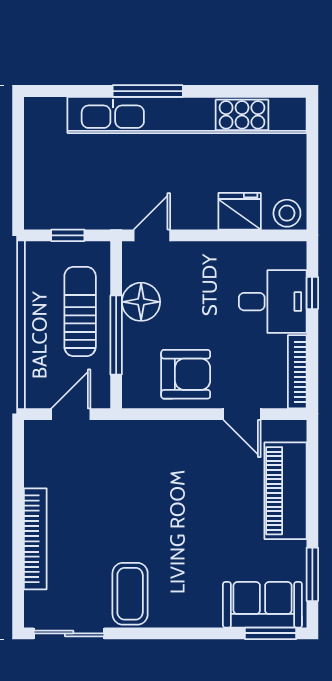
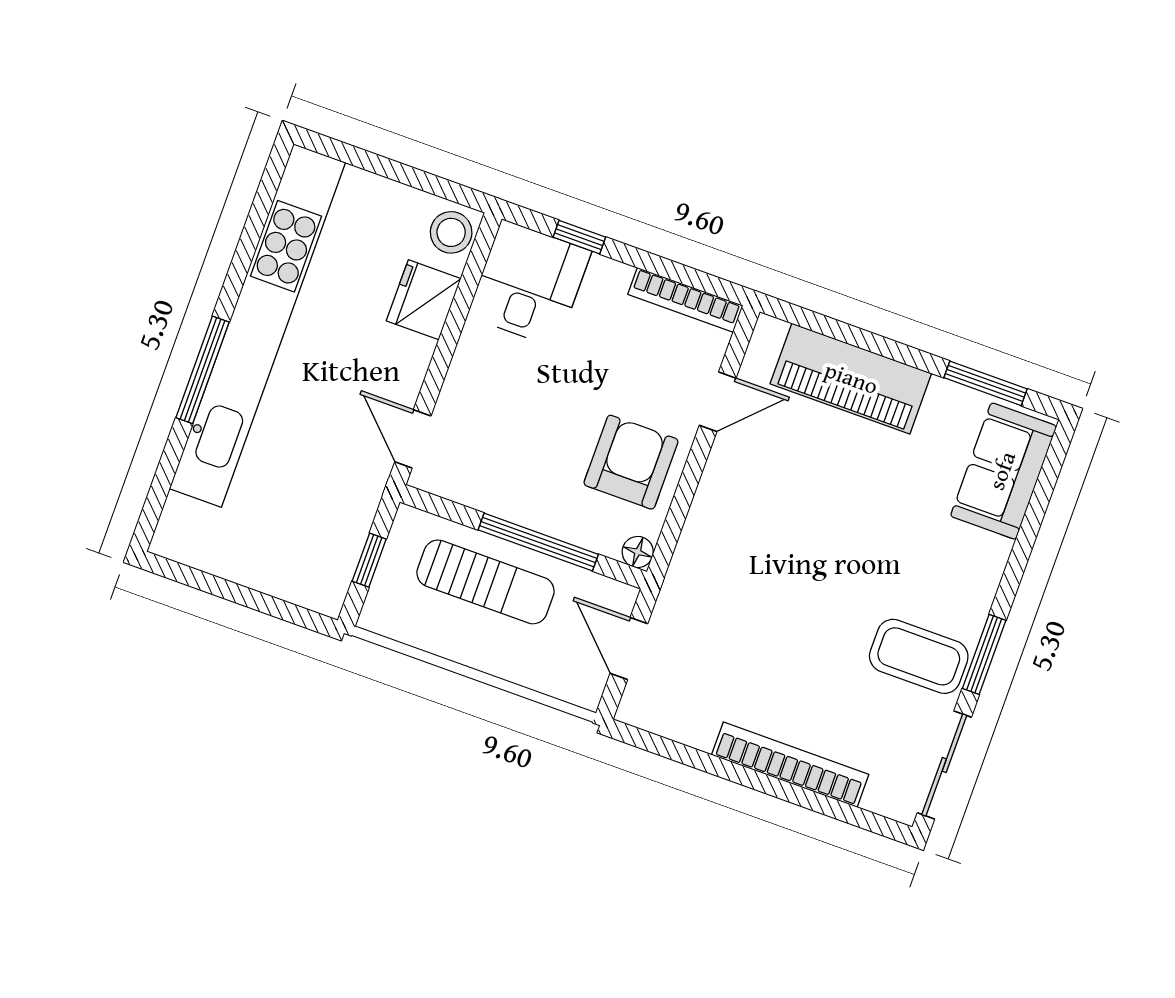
floor lamp: (141, 302) -> (638, 552), moved, width x0.53, depth x0.53
desk: (273, 302) -> (529, 284), moved
sun lounger: (80, 311) -> (486, 582), turned 180
window: (271, 633) -> (984, 654), moved

